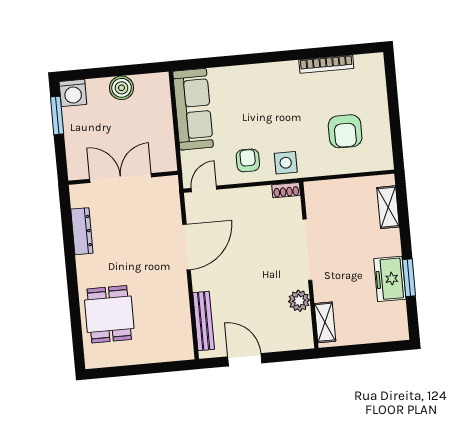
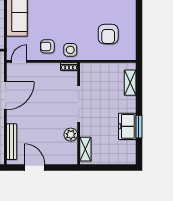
armchair: (248, 160) -> (47, 46), turned -90

